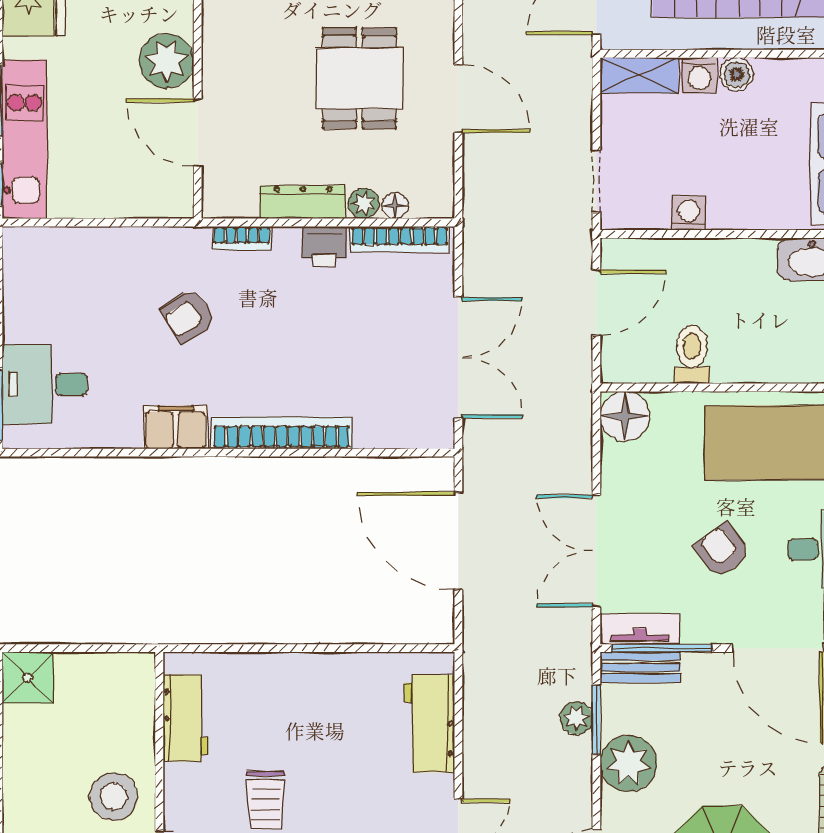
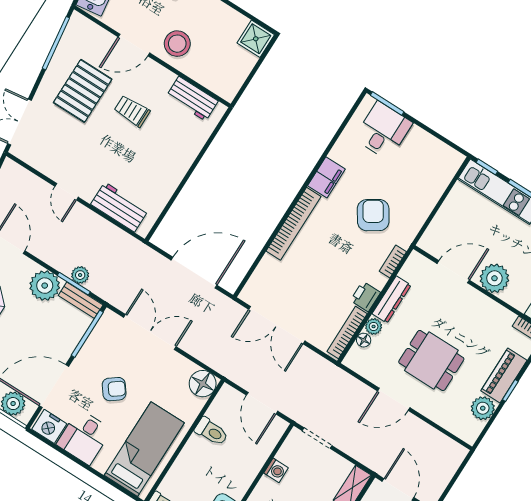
armchair: (188, 316) -> (373, 215), width x1.38, depth x1.38
tv unit: (640, 629) -> (102, 329), removed
bench: (640, 667) -> (81, 300), moved, turned 90

